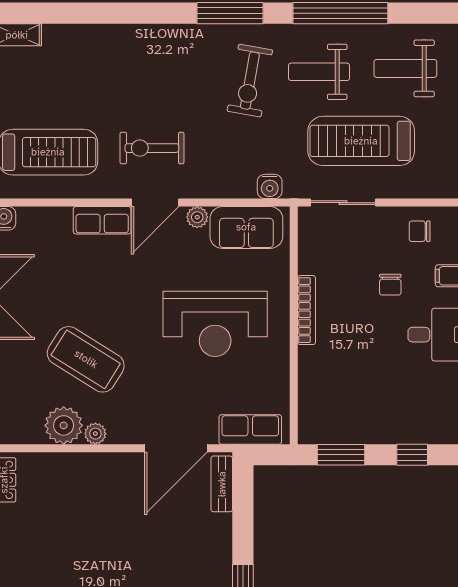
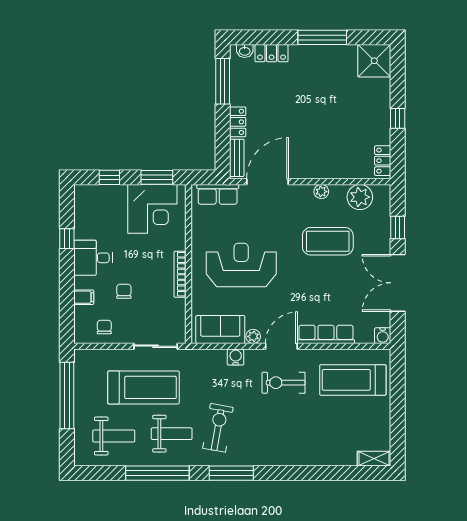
exercise bike: (152, 148) -> (283, 383), turned 180
water cooler: (270, 186) -> (236, 357), moved
row of seats: (102, 220) -> (326, 334), width x1.48
chair: (420, 231) -> (104, 327), turned -90
coffee table: (86, 359) -> (328, 241), turned -32
corner desk: (348, 408) -> (152, 209), added
plant: (64, 425) -> (360, 197), moved
locker: (220, 538) -> (238, 122), added

